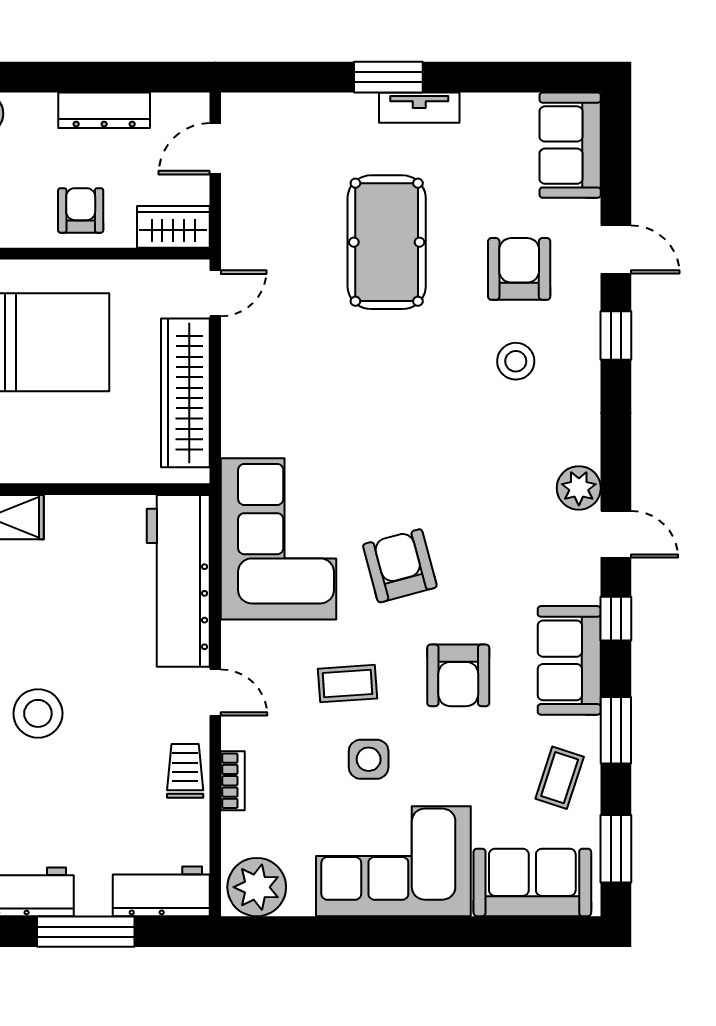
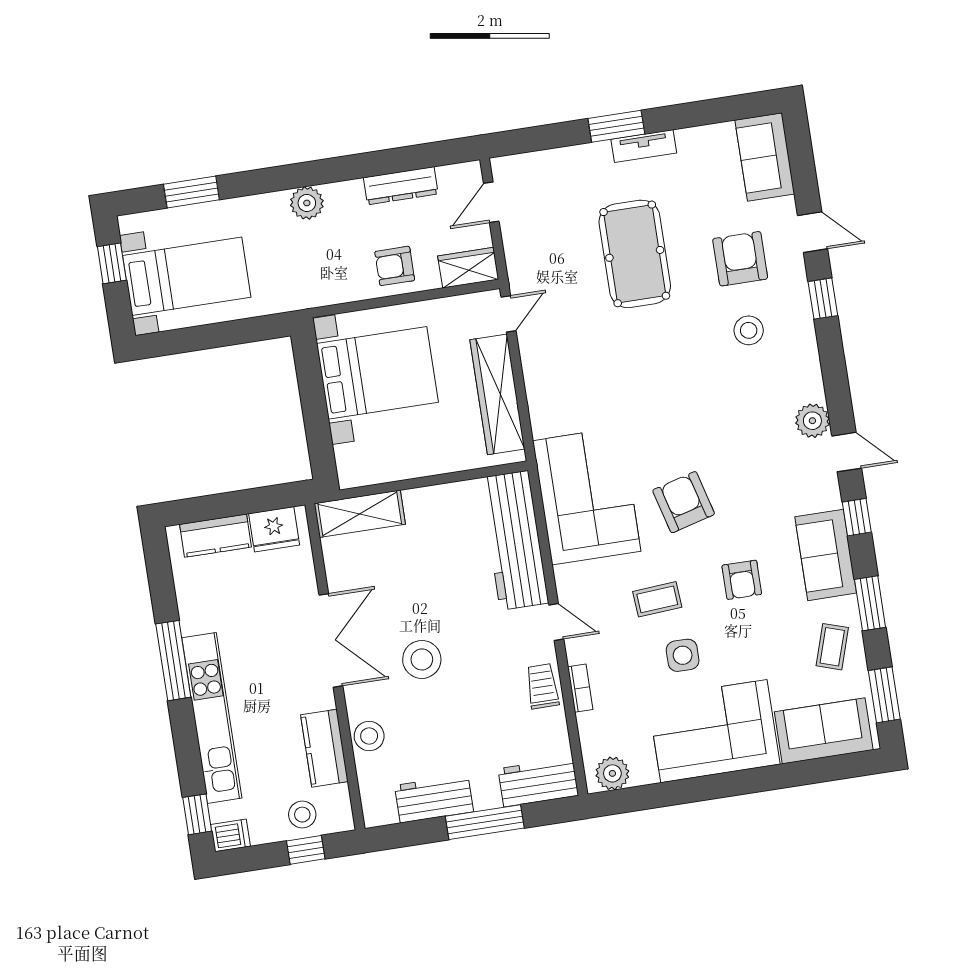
armchair: (81, 210) -> (395, 266), turned -90
armchair: (458, 675) -> (742, 580), width x0.72, depth x0.72
plant: (257, 887) -> (612, 773), width x0.73, depth x0.73

